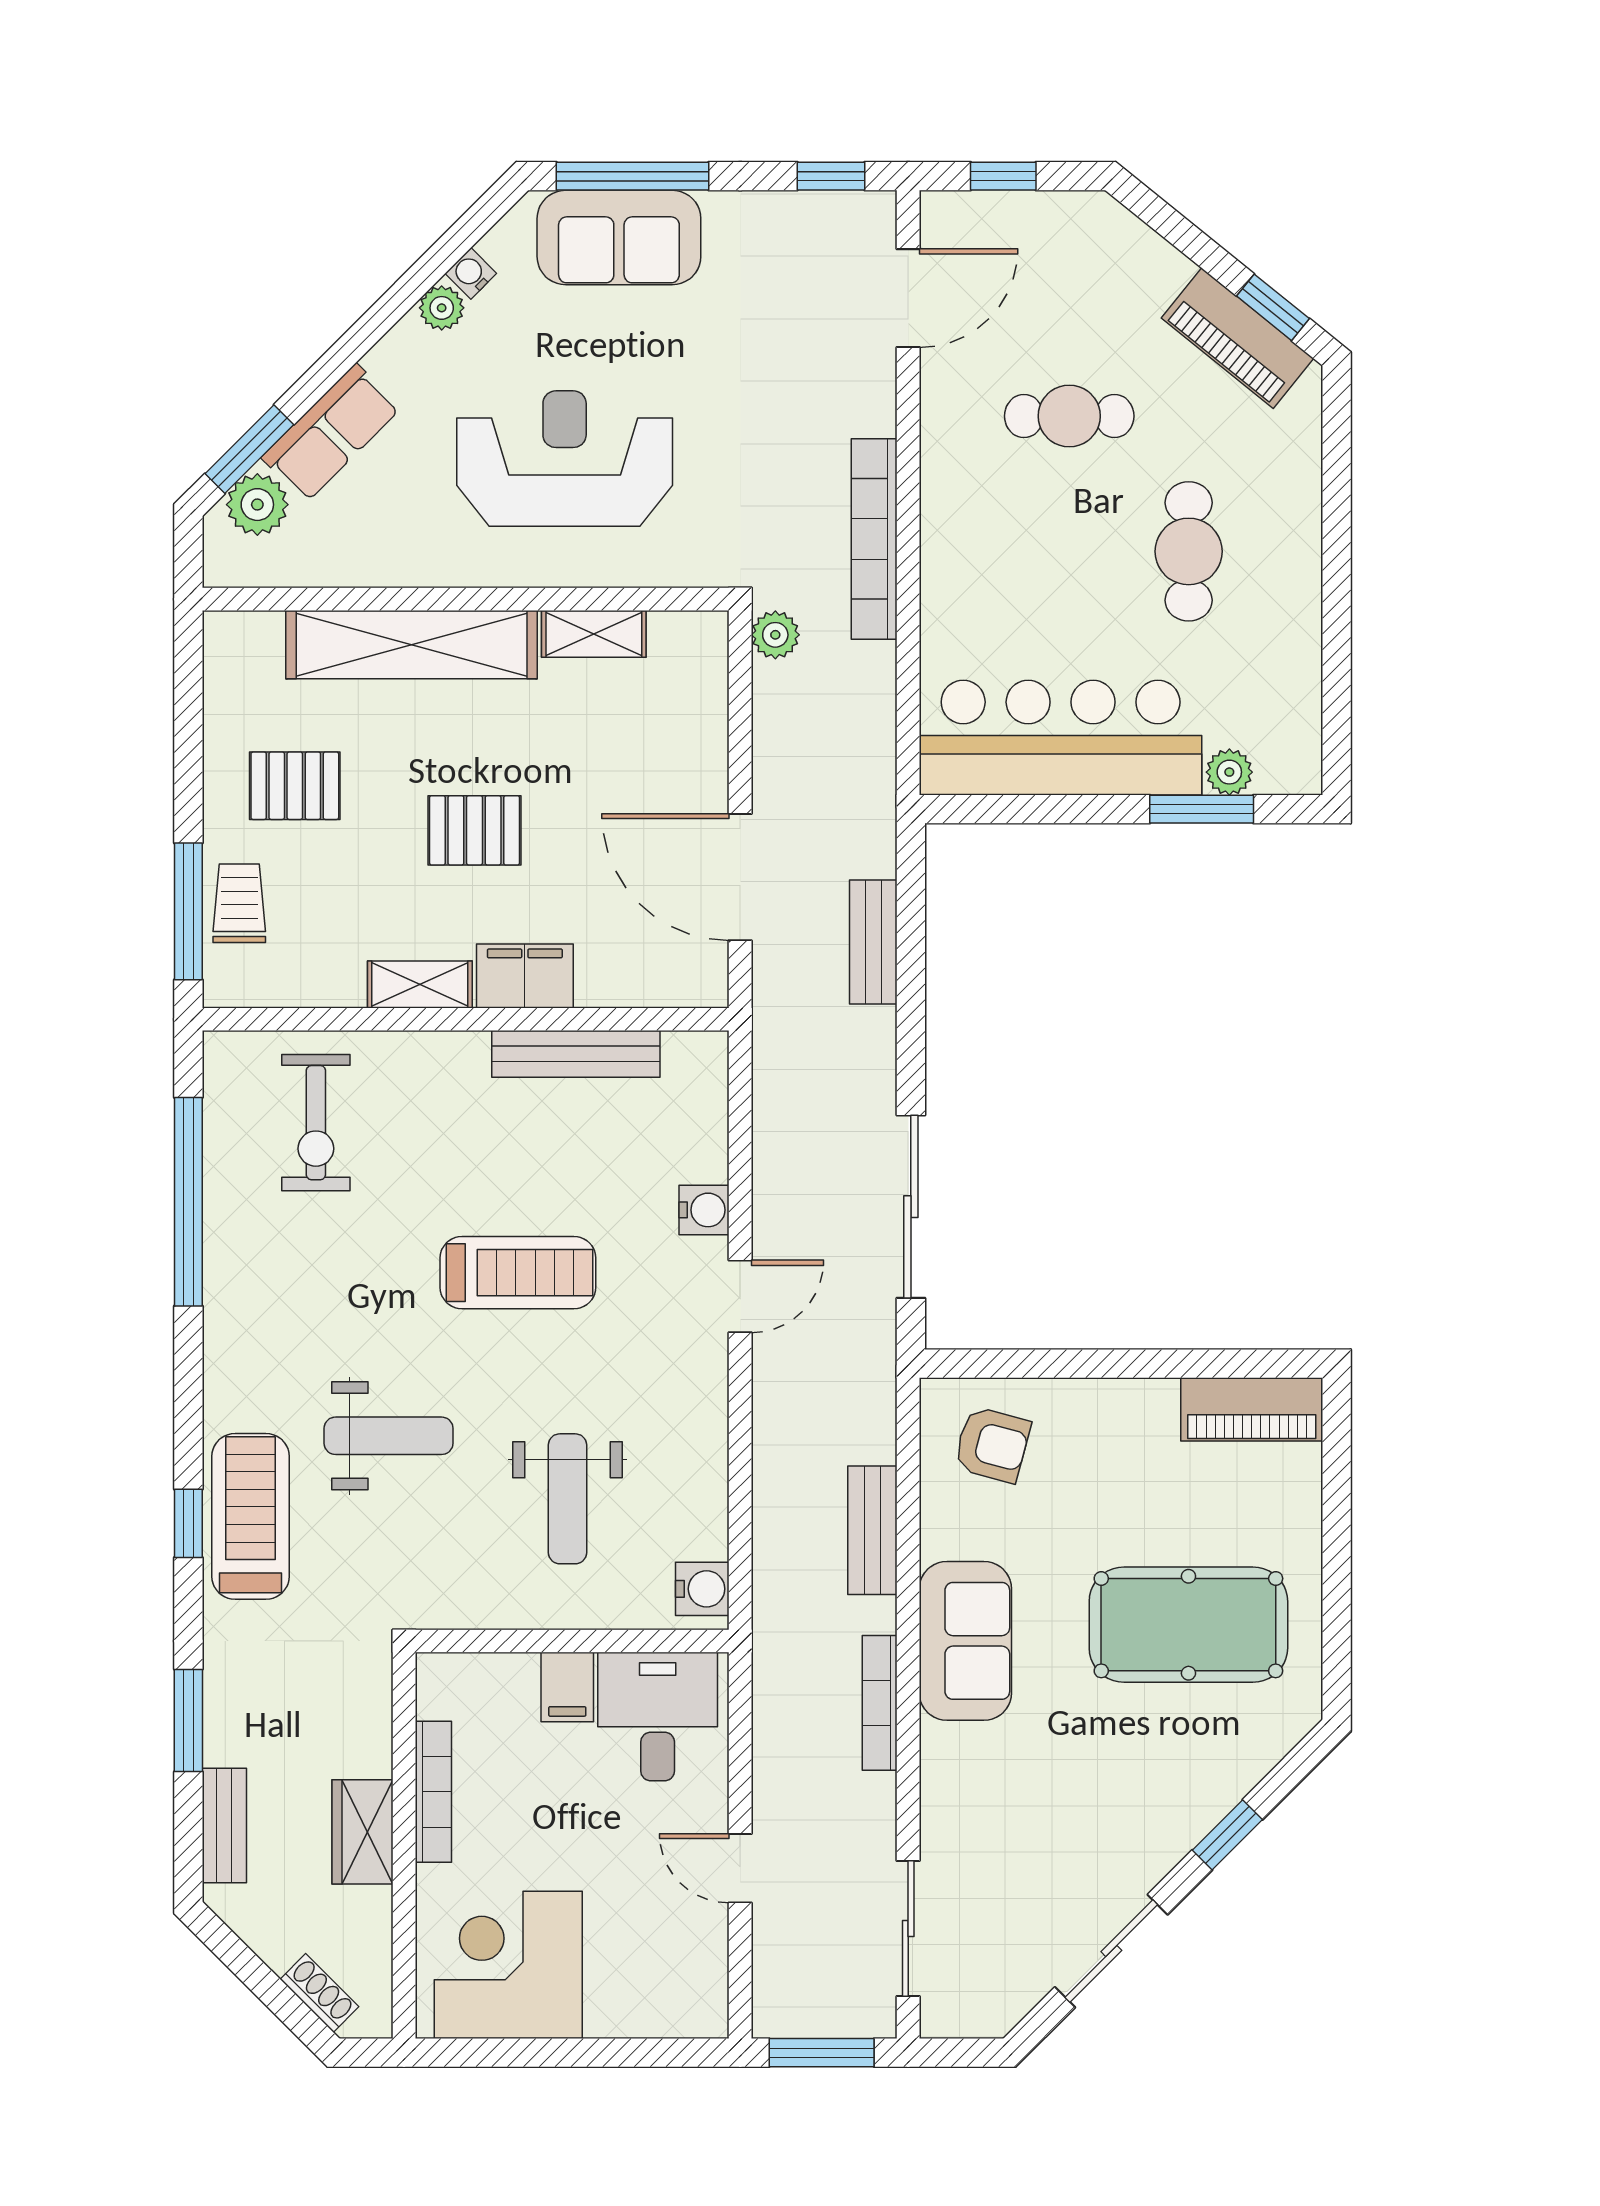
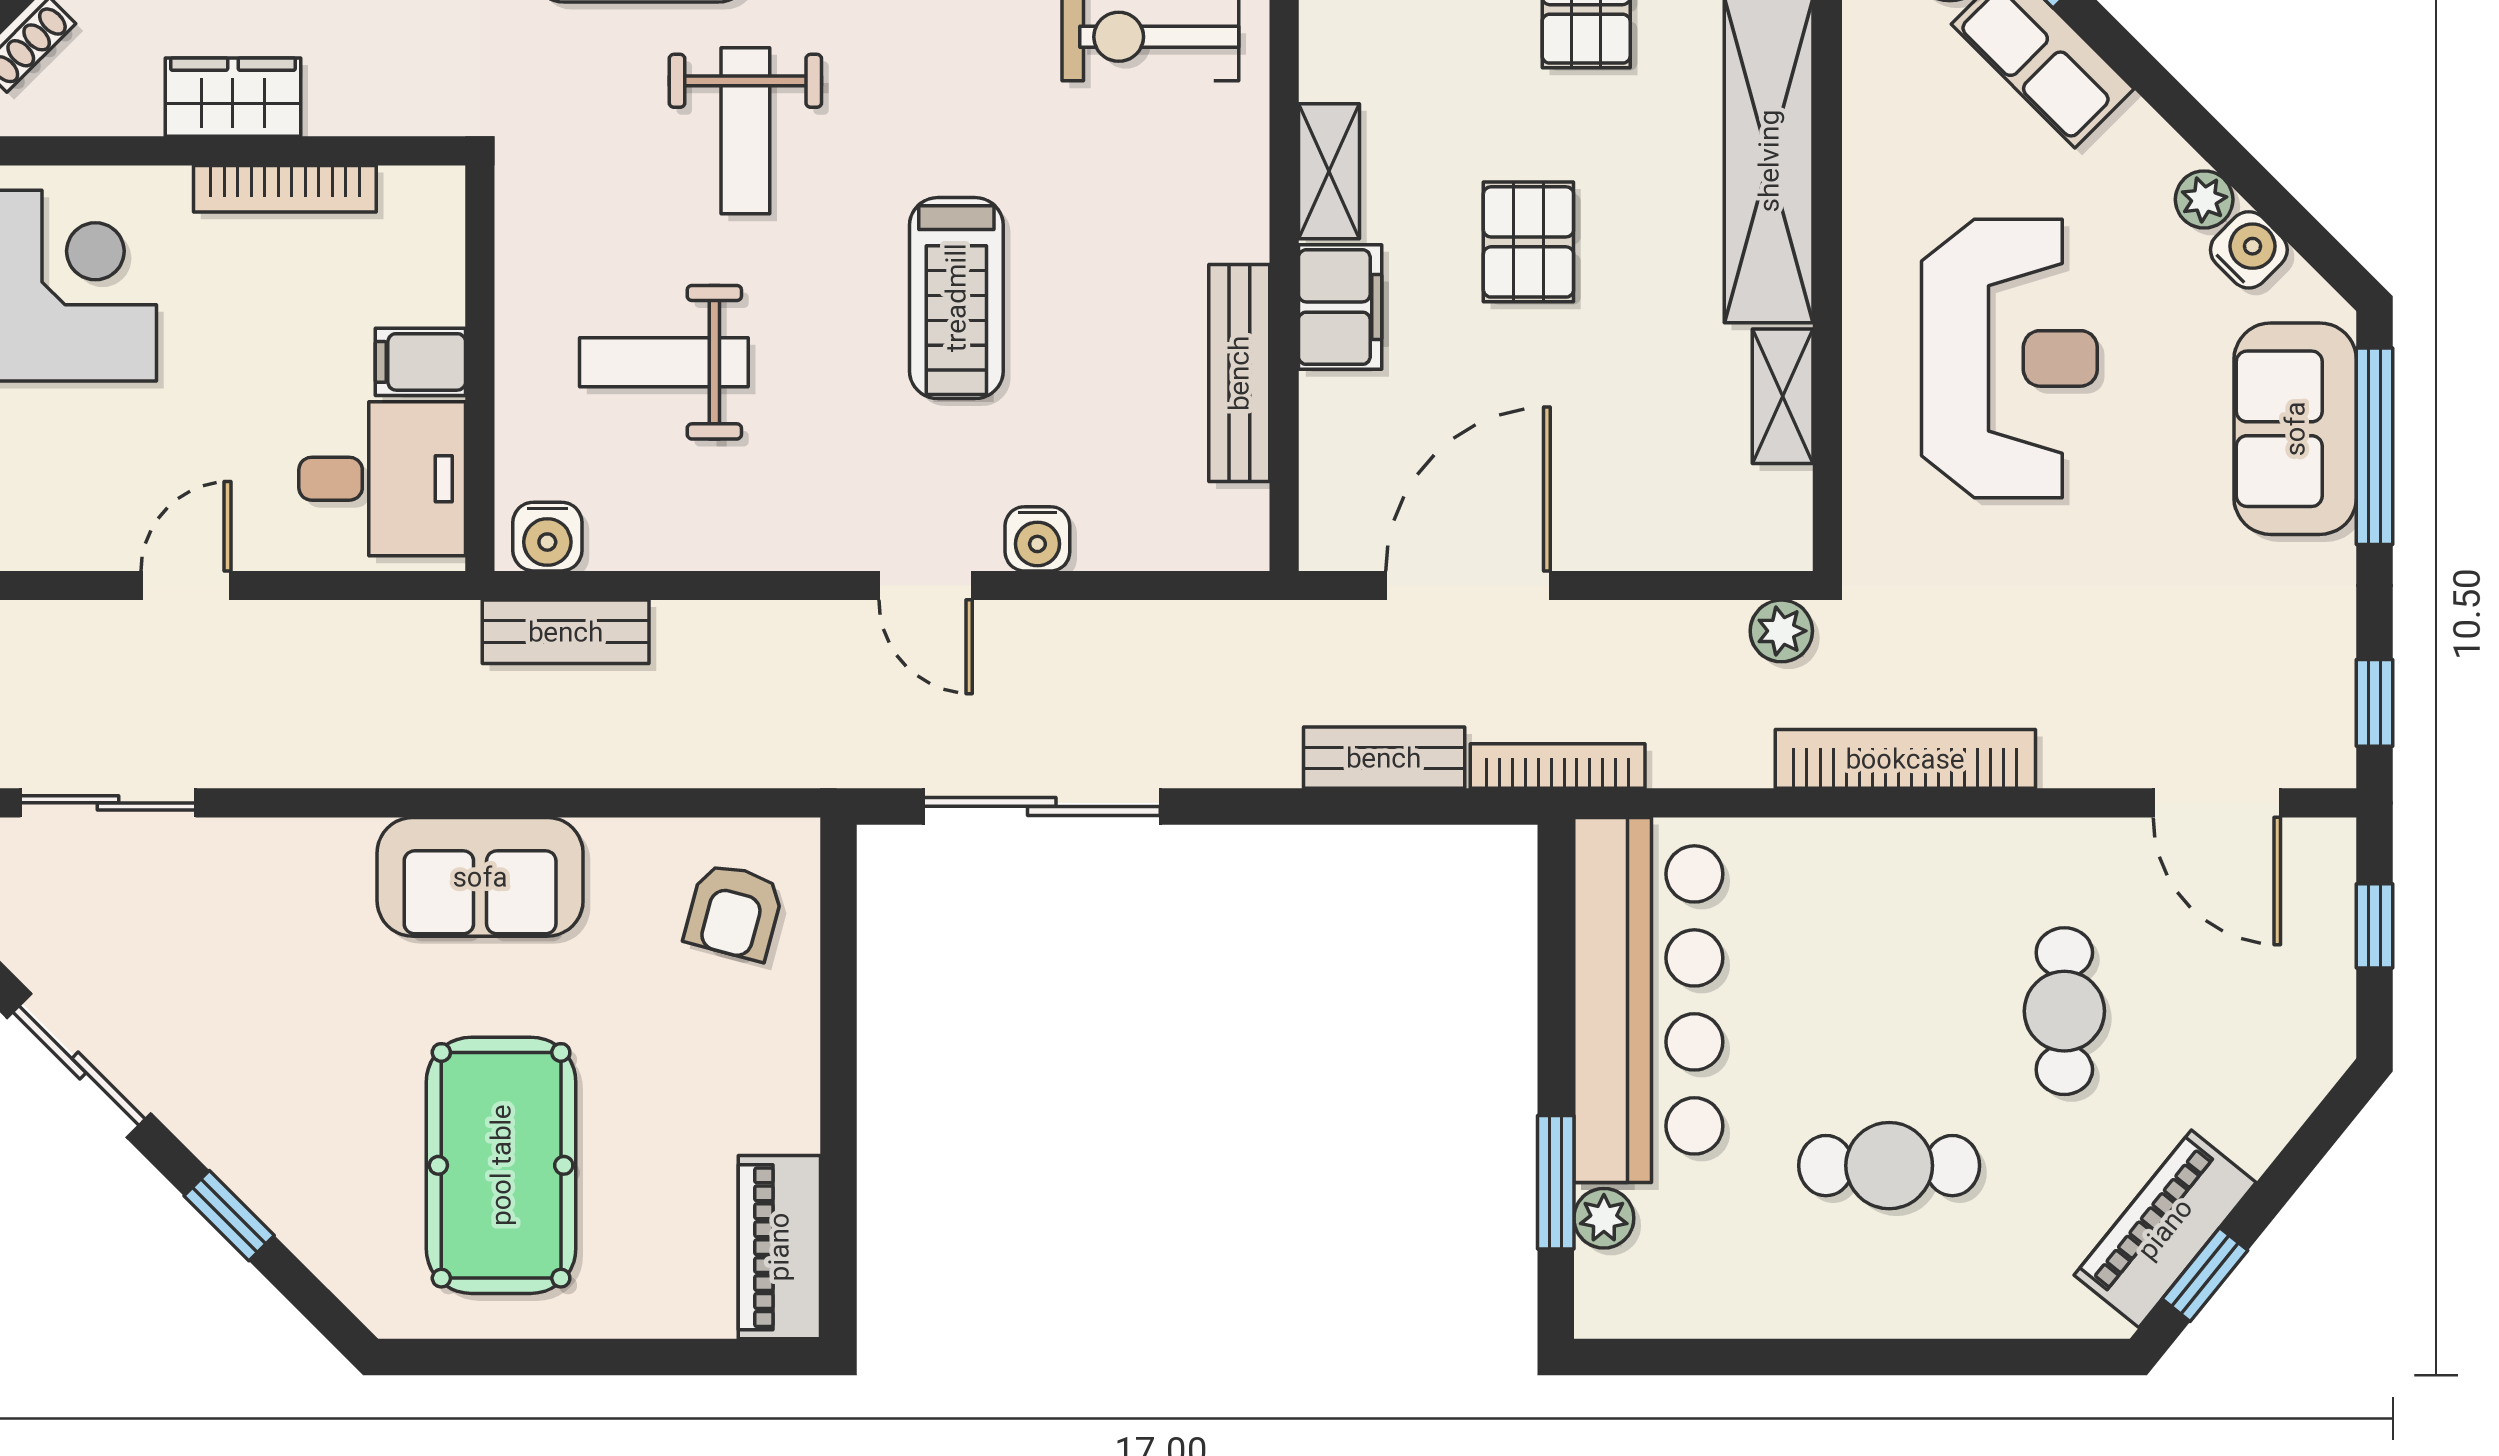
water cooler: (471, 273) -> (2249, 250), width x1.38, depth x1.38
bench: (872, 1530) -> (566, 632), moved
bookcase: (880, 1703) -> (1558, 766), moved

